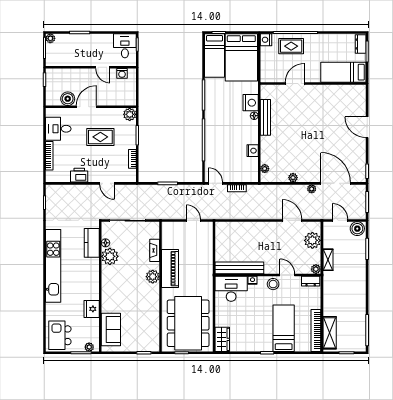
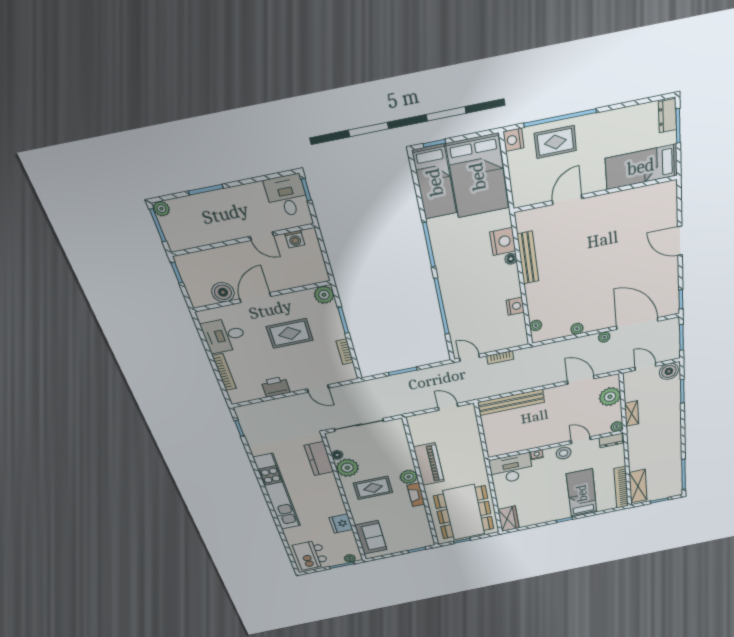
fireplace: (155, 250) -> (416, 495), moved
bench: (239, 268) -> (511, 402), moved
rug: (124, 280) -> (373, 488), added

